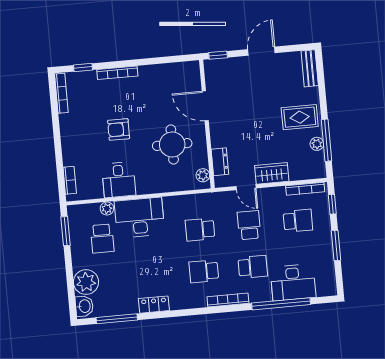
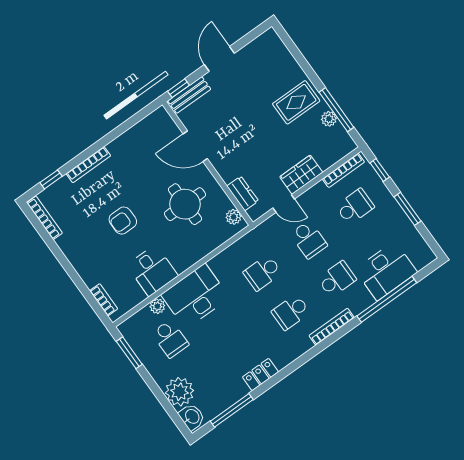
bench: (310, 68) -> (189, 95), moved, turned 90
school desk: (249, 225) -> (309, 240), turned 180

